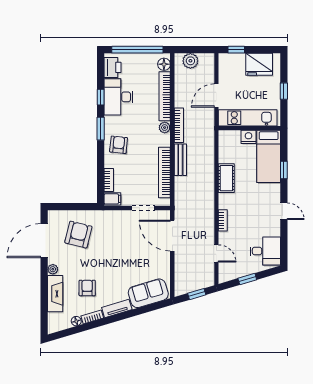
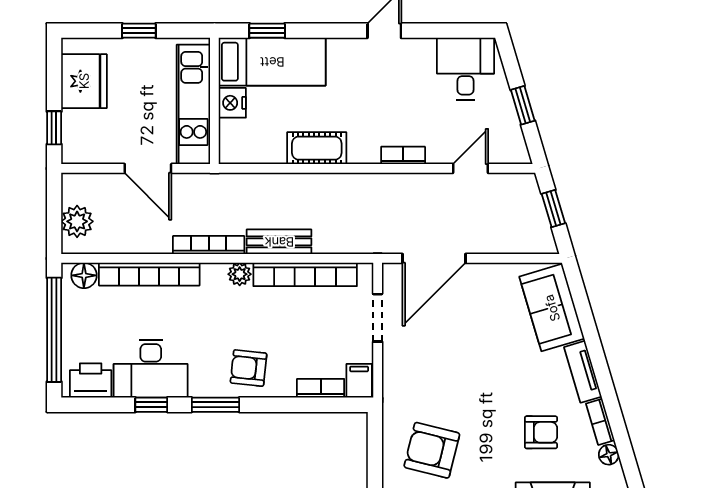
plant: (165, 128) -> (240, 274), moved
window: (284, 170) -> (267, 31), moved
armchair: (87, 288) -> (541, 432), turned 180

